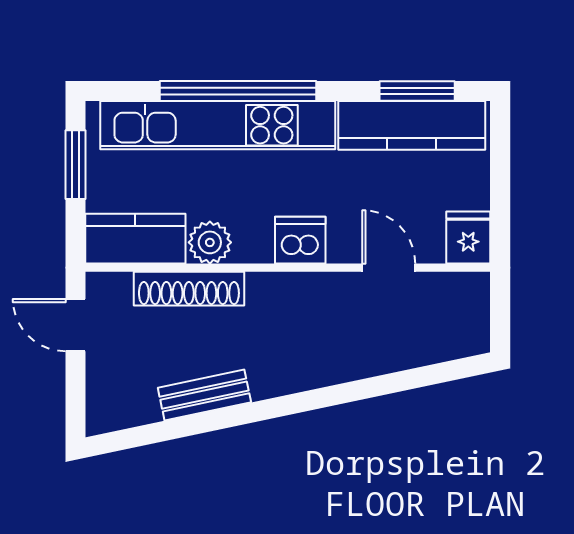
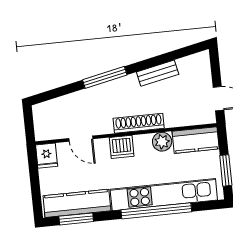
shoe rack: (189, 289) -> (139, 123), moved
window: (322, 398) -> (105, 77), added

